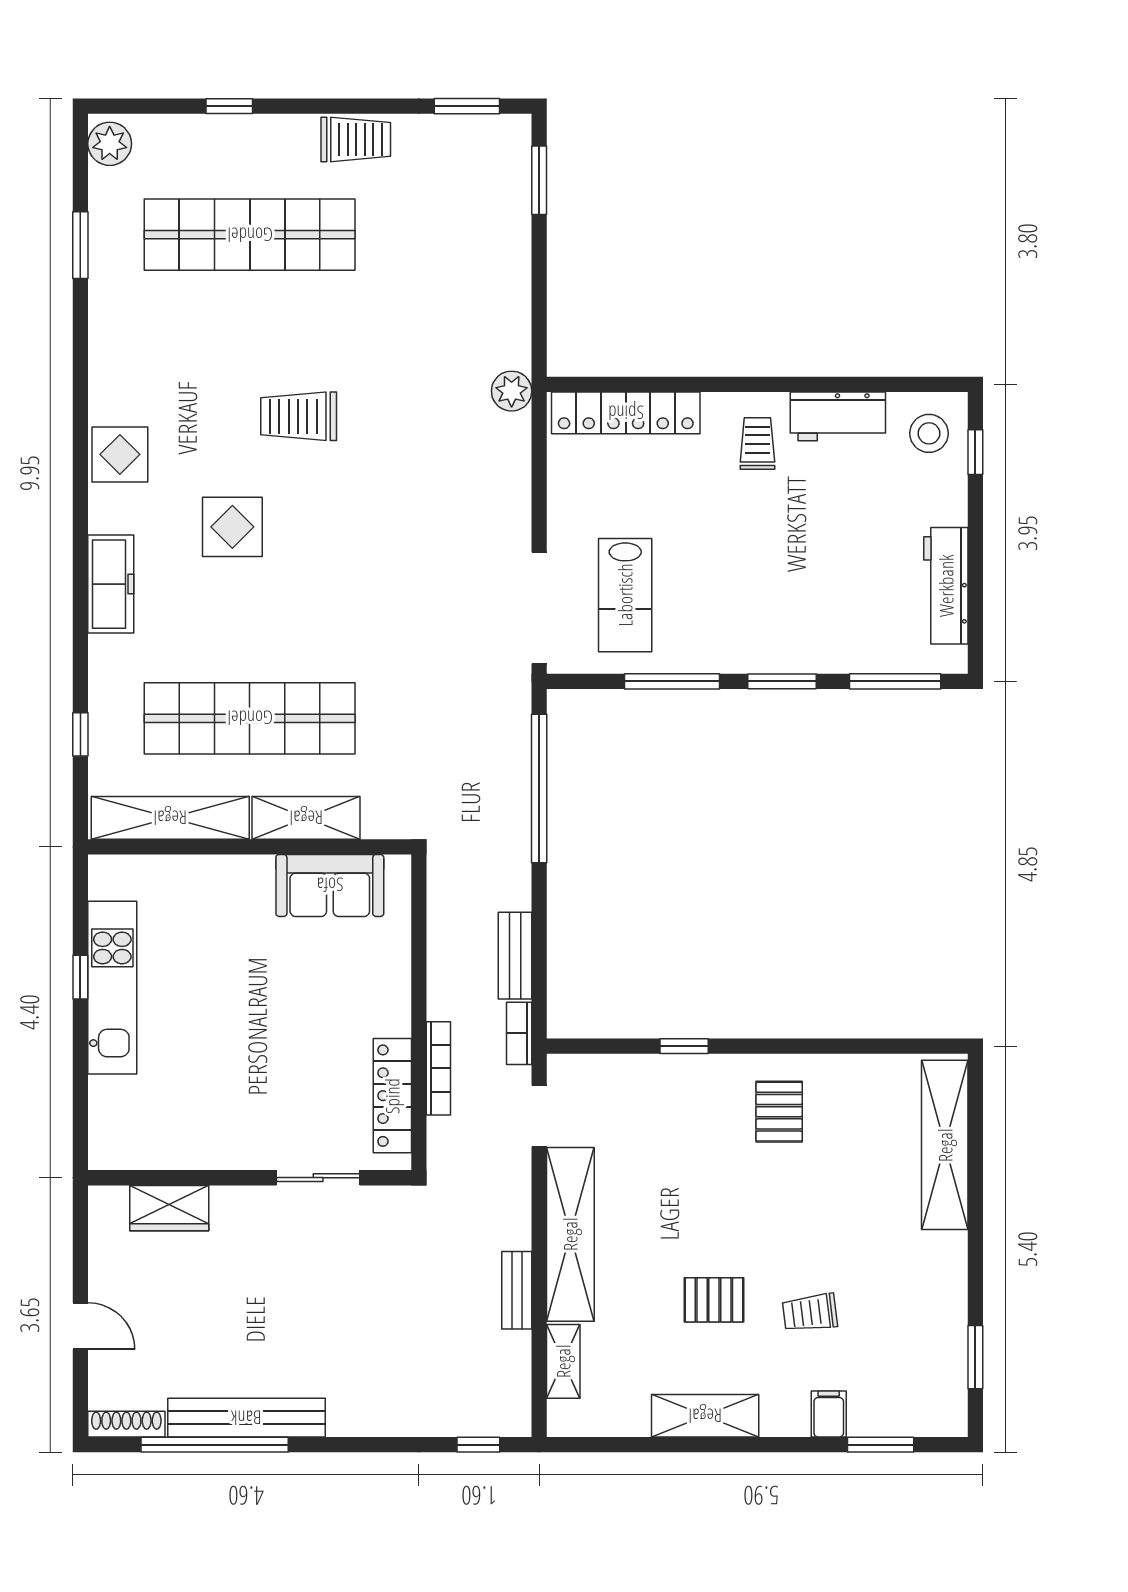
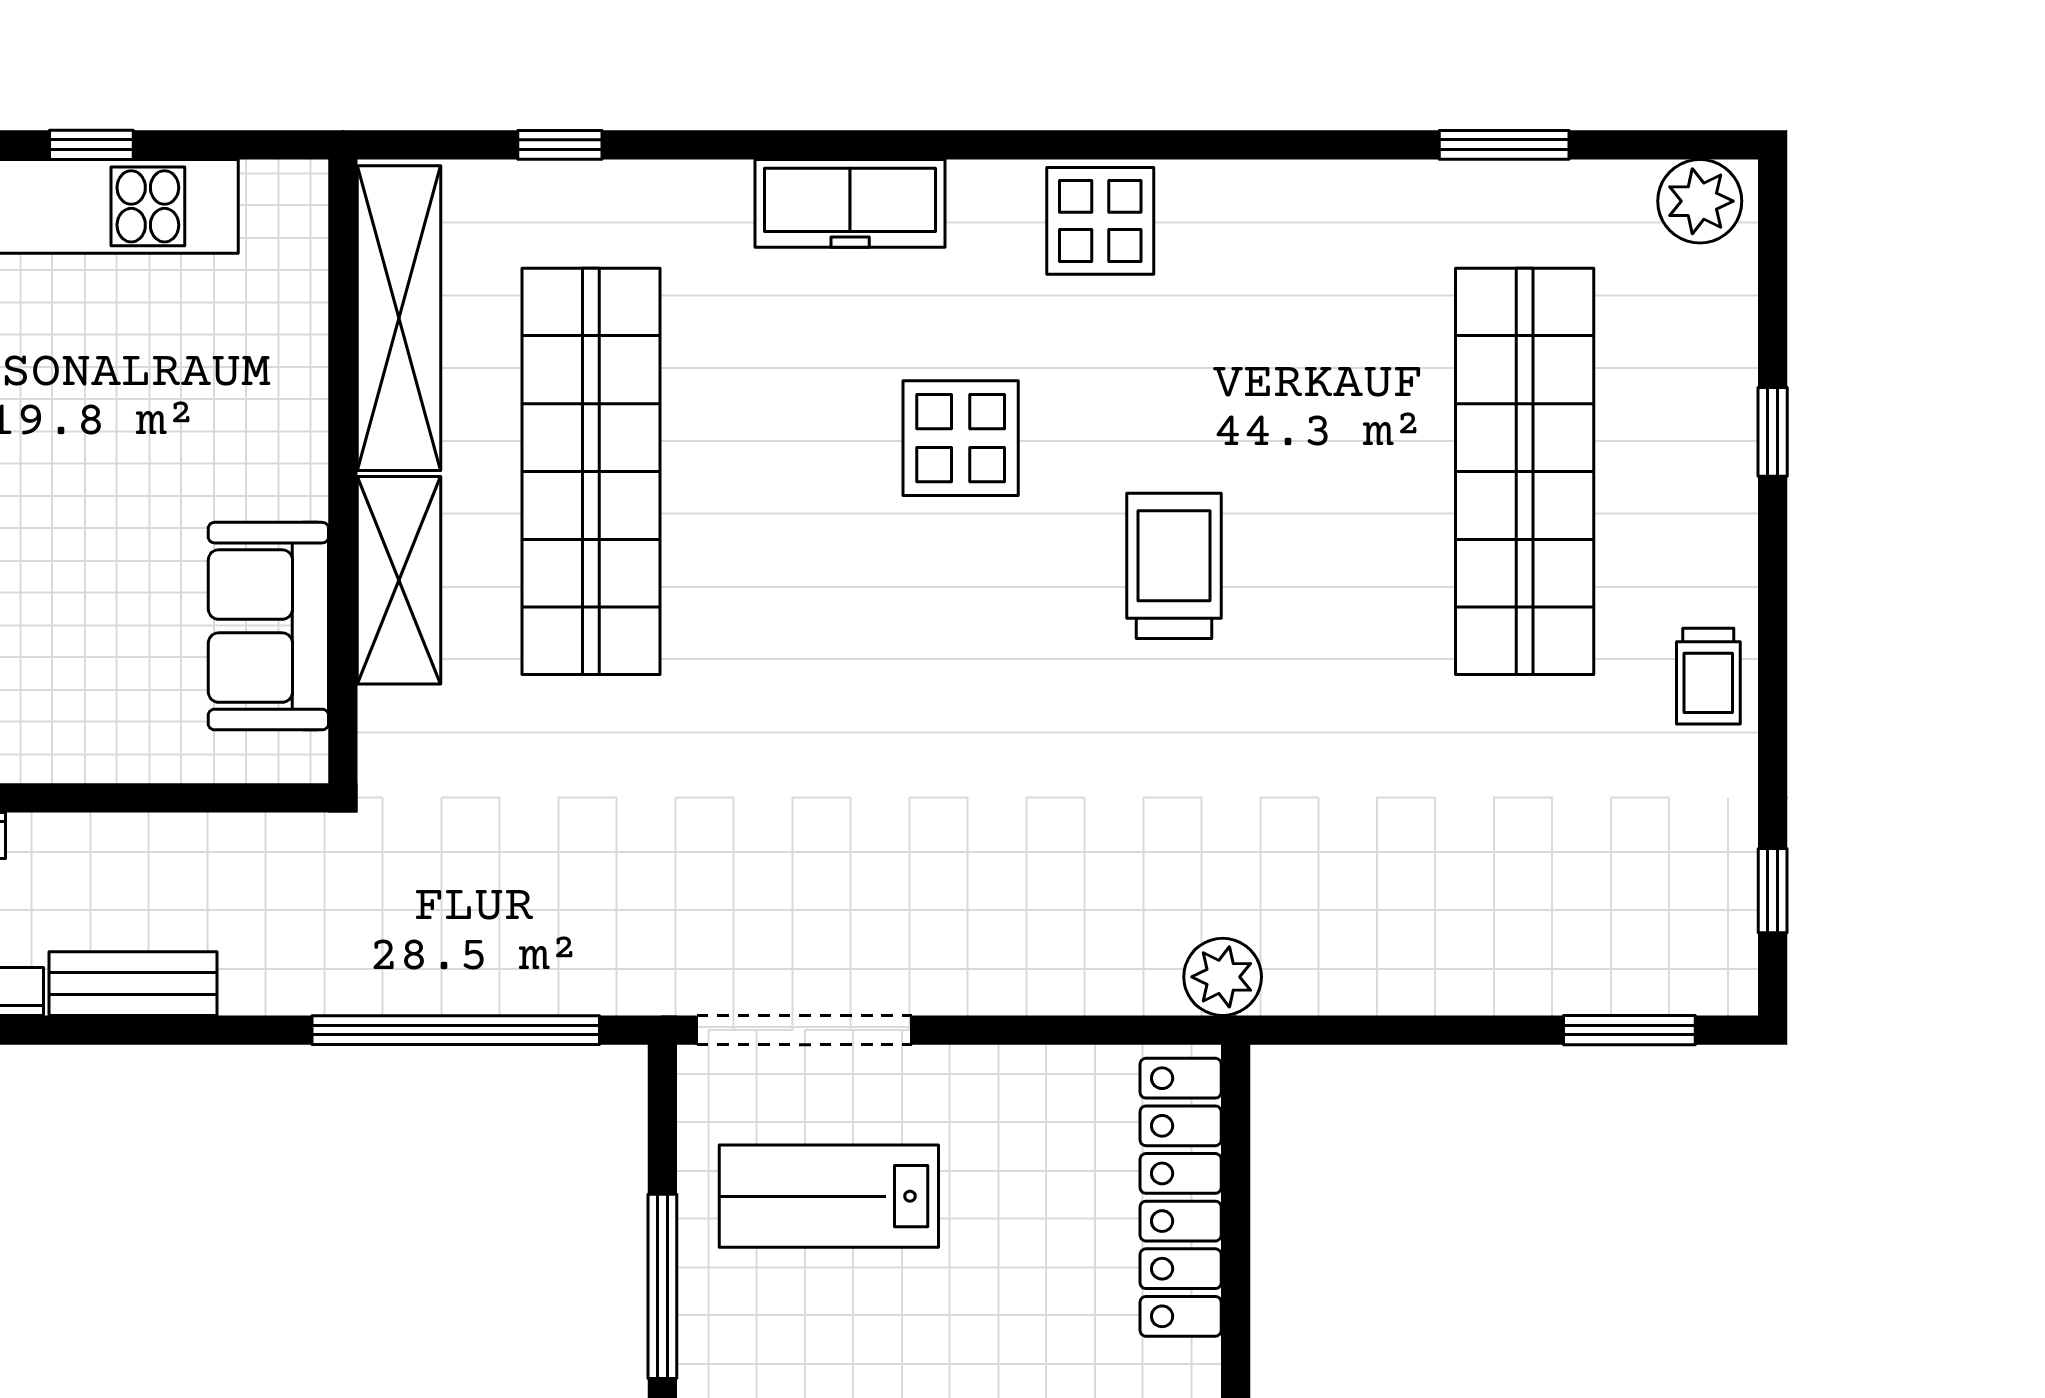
window: (467, 106) -> (1773, 891), width x0.67
trolley: (356, 139) -> (1708, 676), width x0.73, depth x0.72

